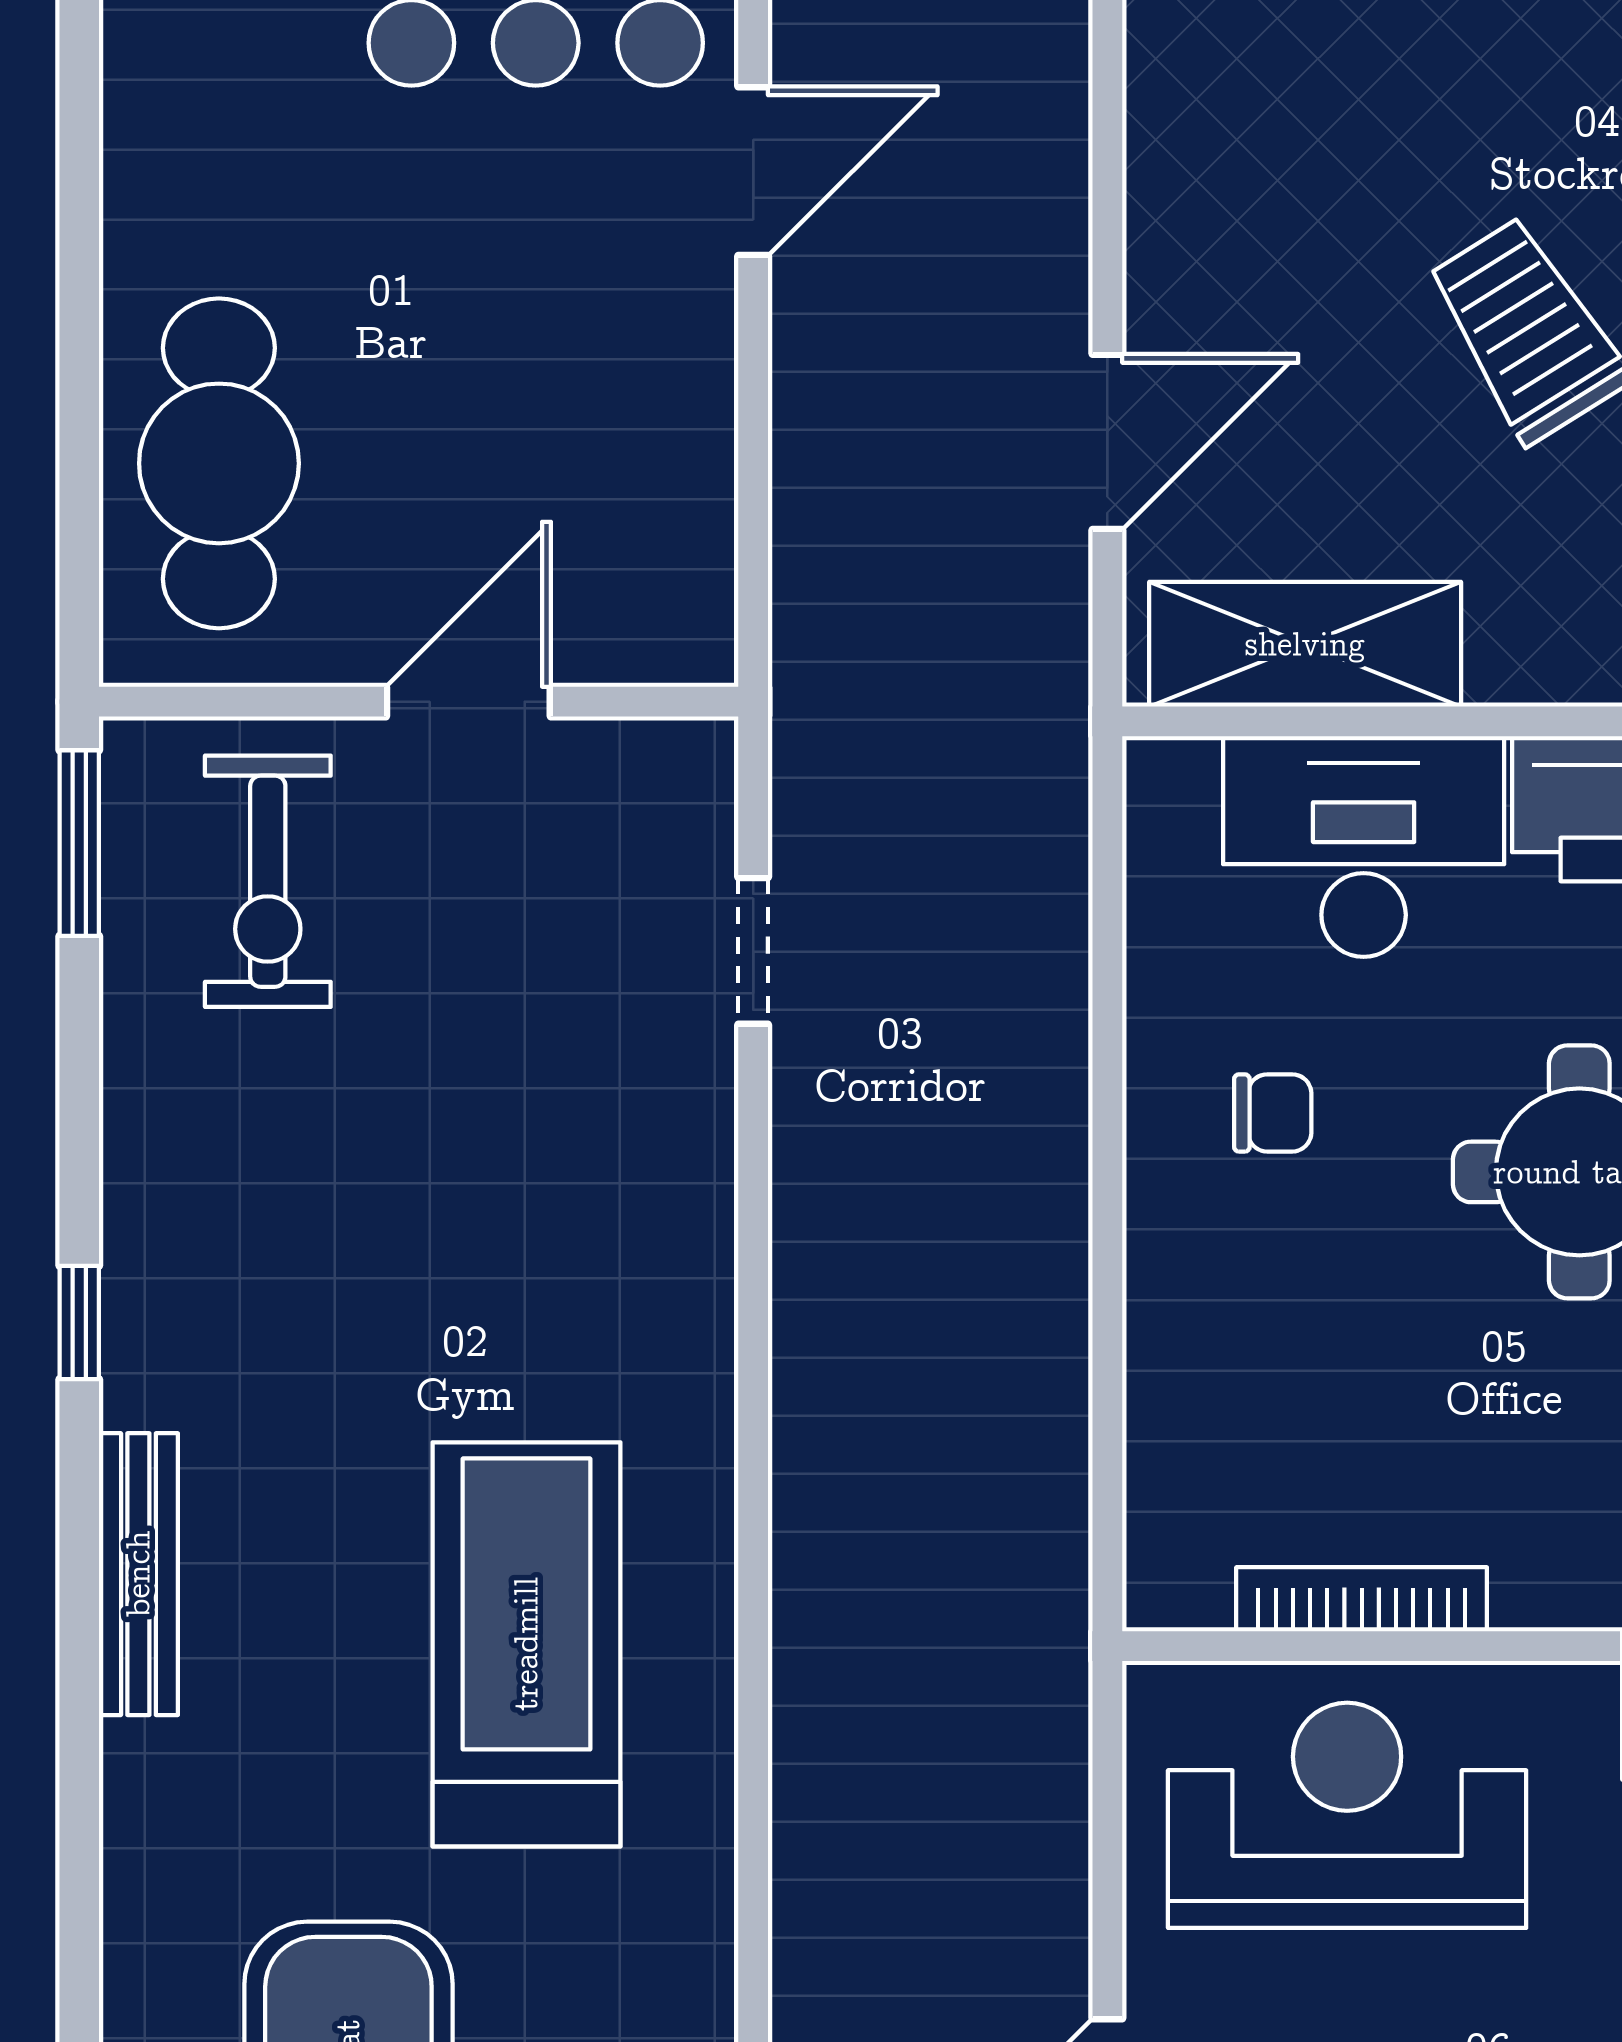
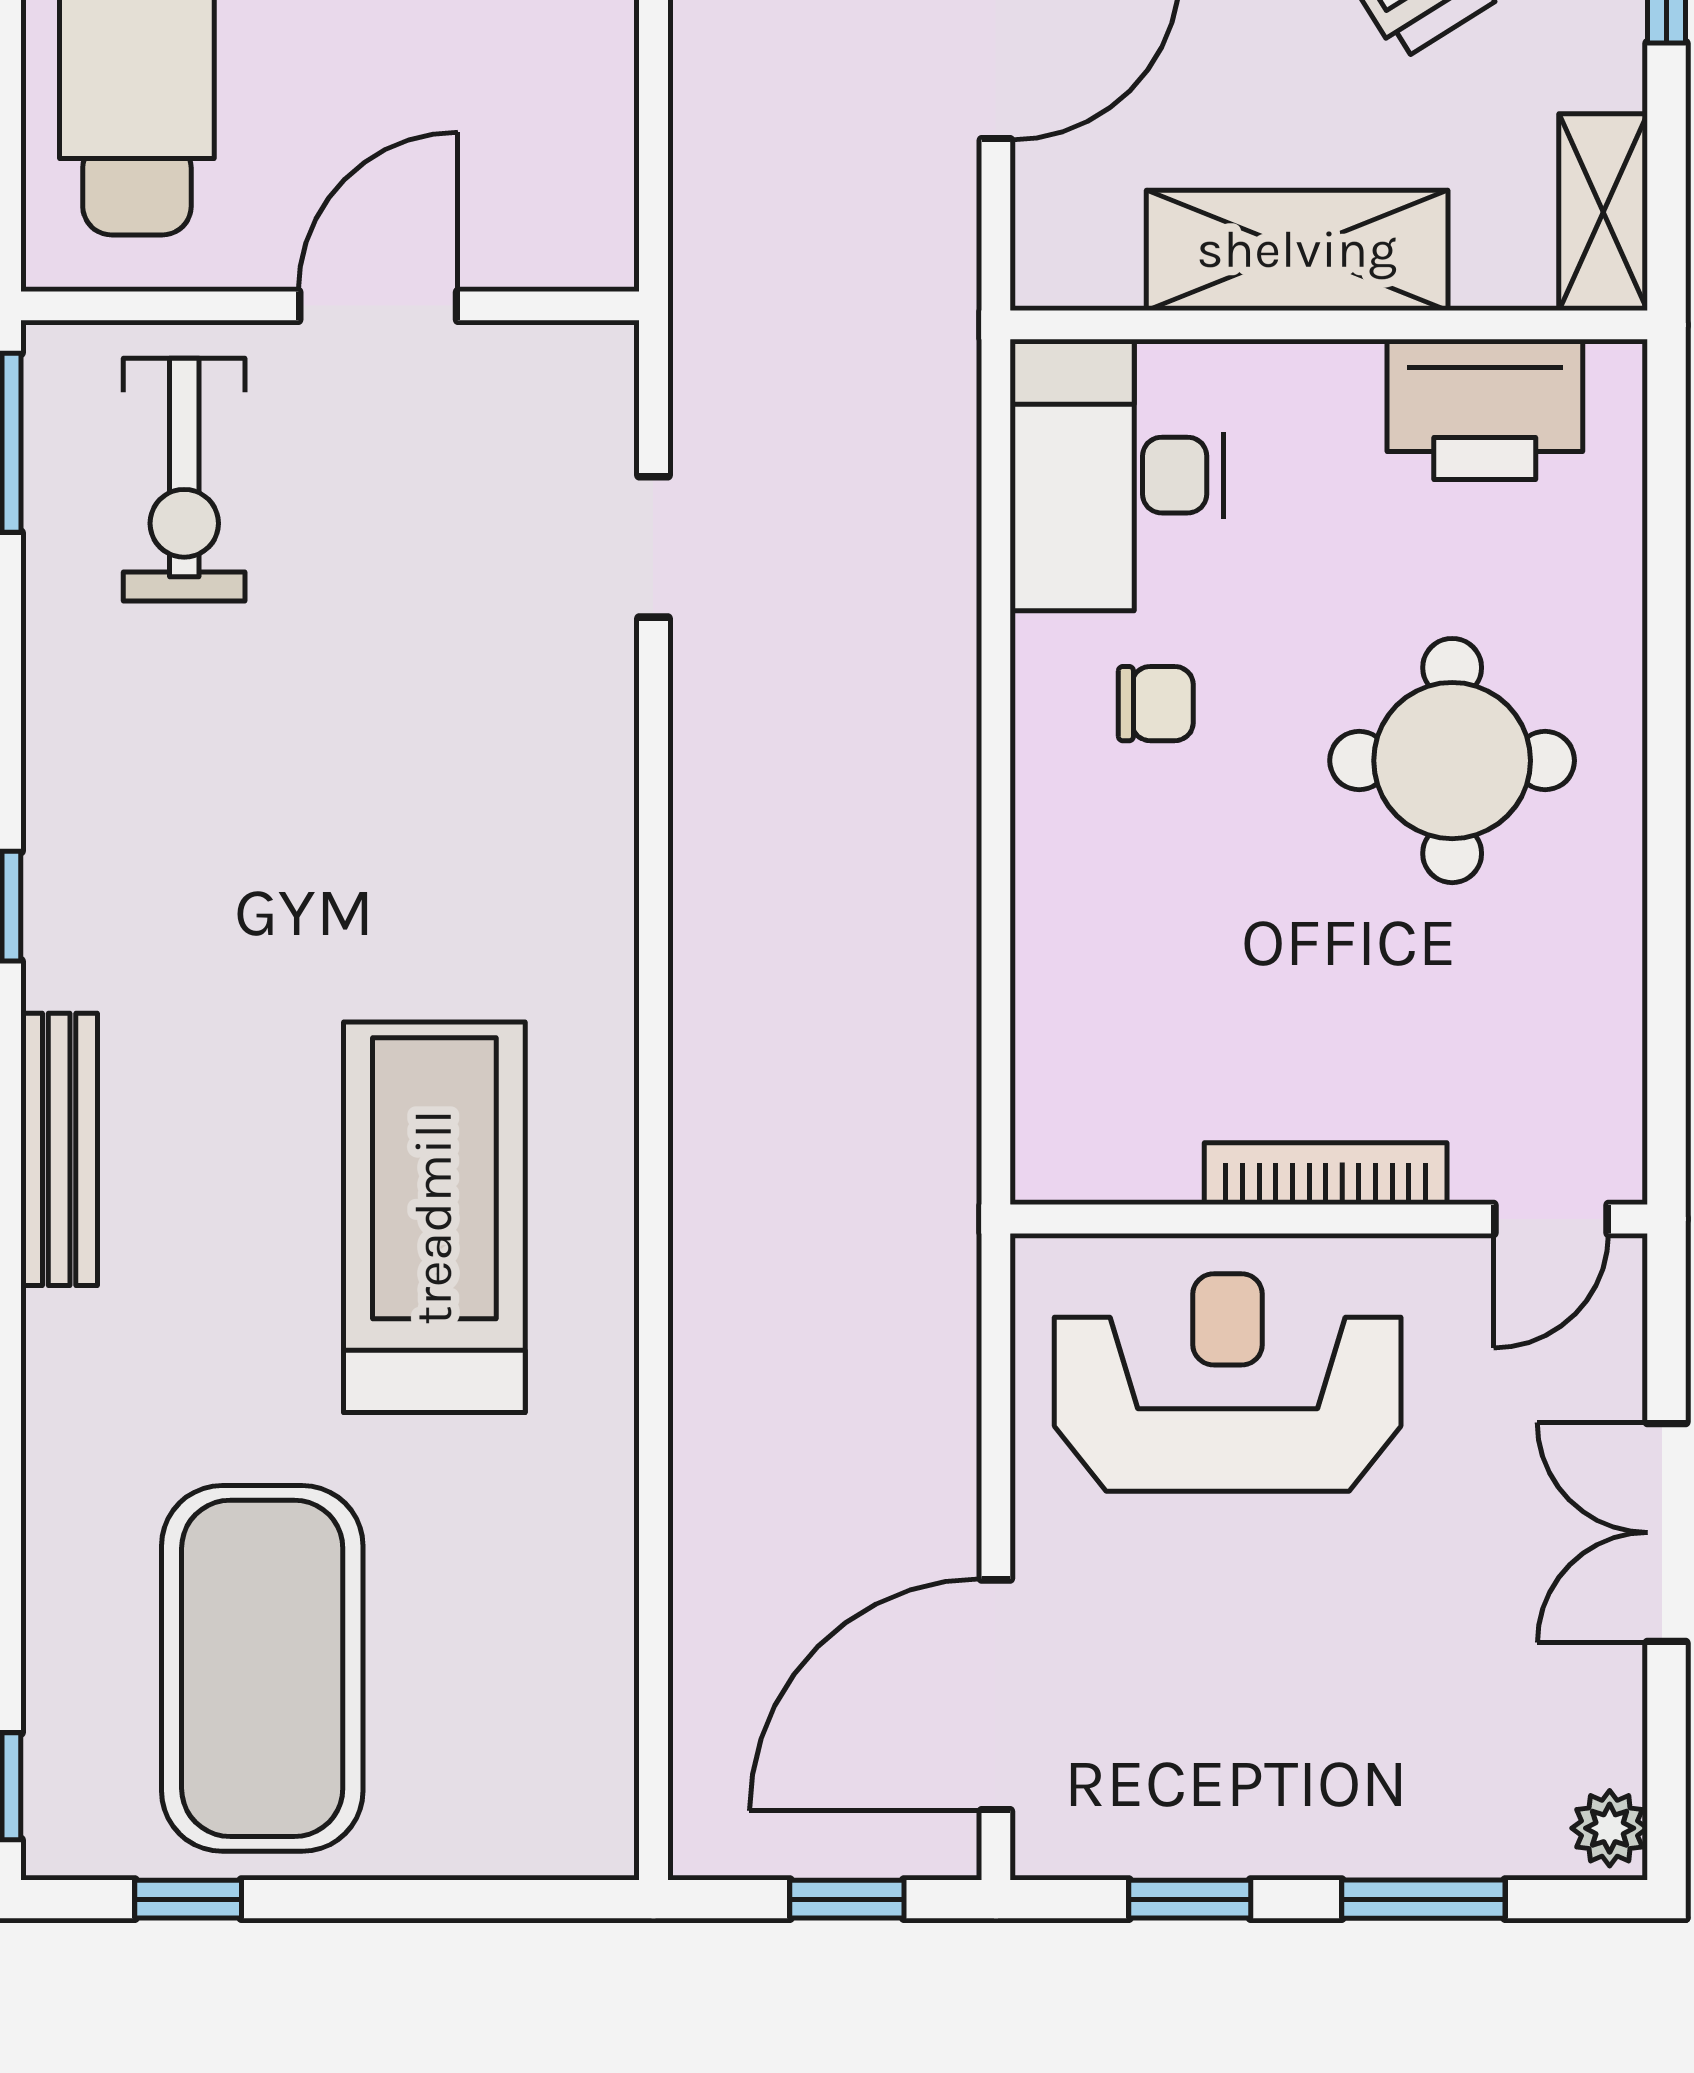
shelving: (1305, 644) -> (1297, 250), moved
desk: (1364, 847) -> (1117, 475), moved, turned -90
bookcase: (1362, 1599) -> (1326, 1174), moved

